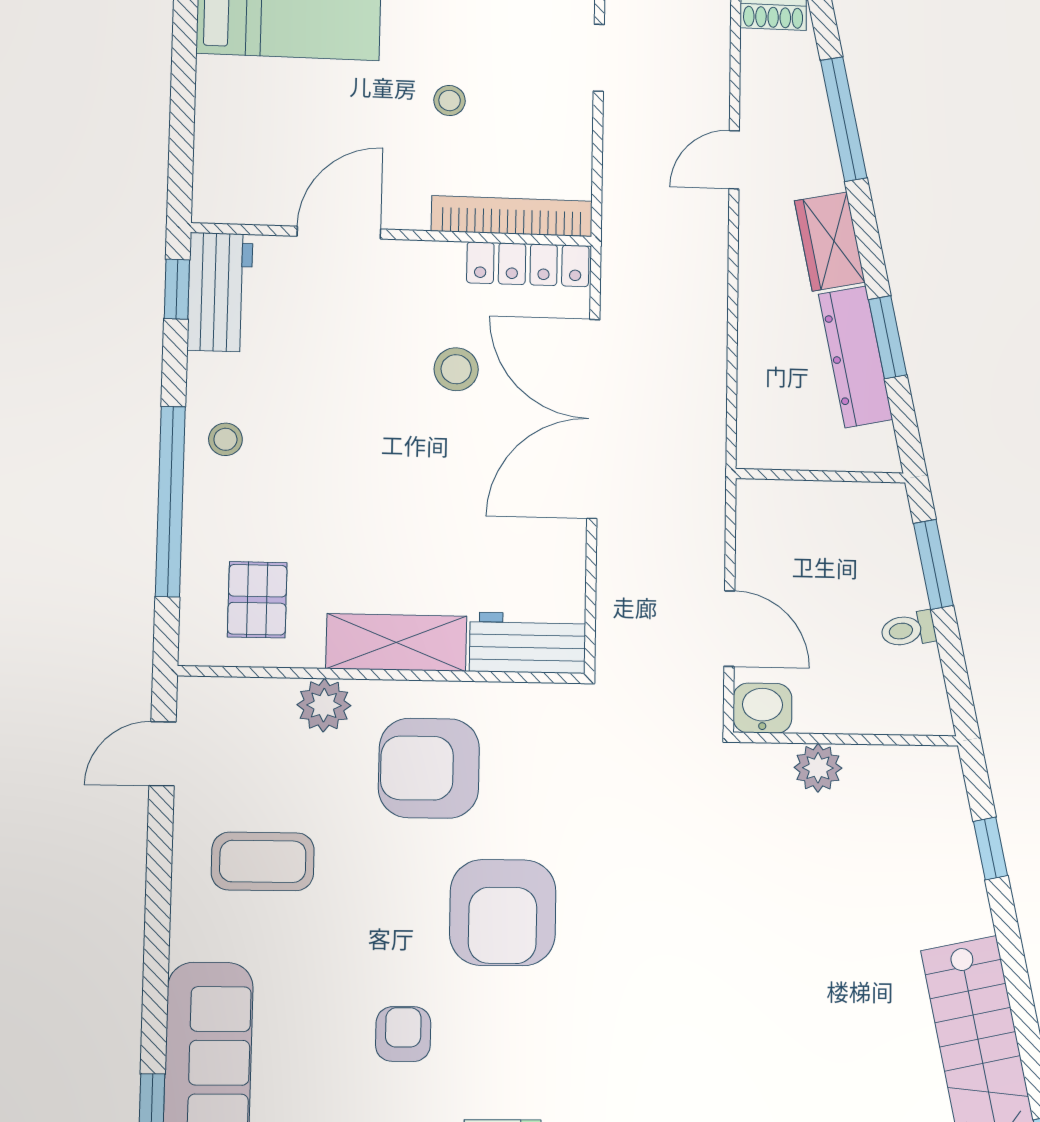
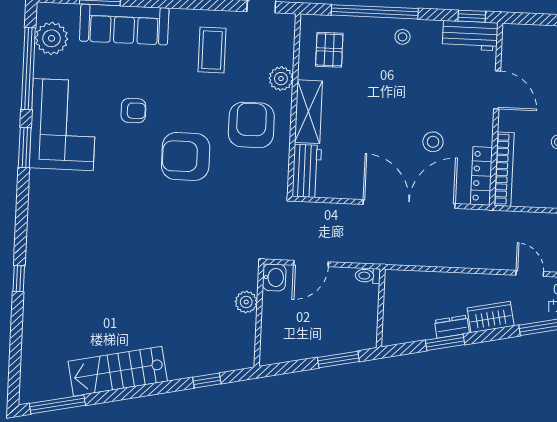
dresser: (855, 357) -> (452, 327), width x0.51, depth x0.80
pallet: (257, 600) -> (329, 50), turned 90
toilet: (908, 630) -> (368, 276), moved, turned -78

